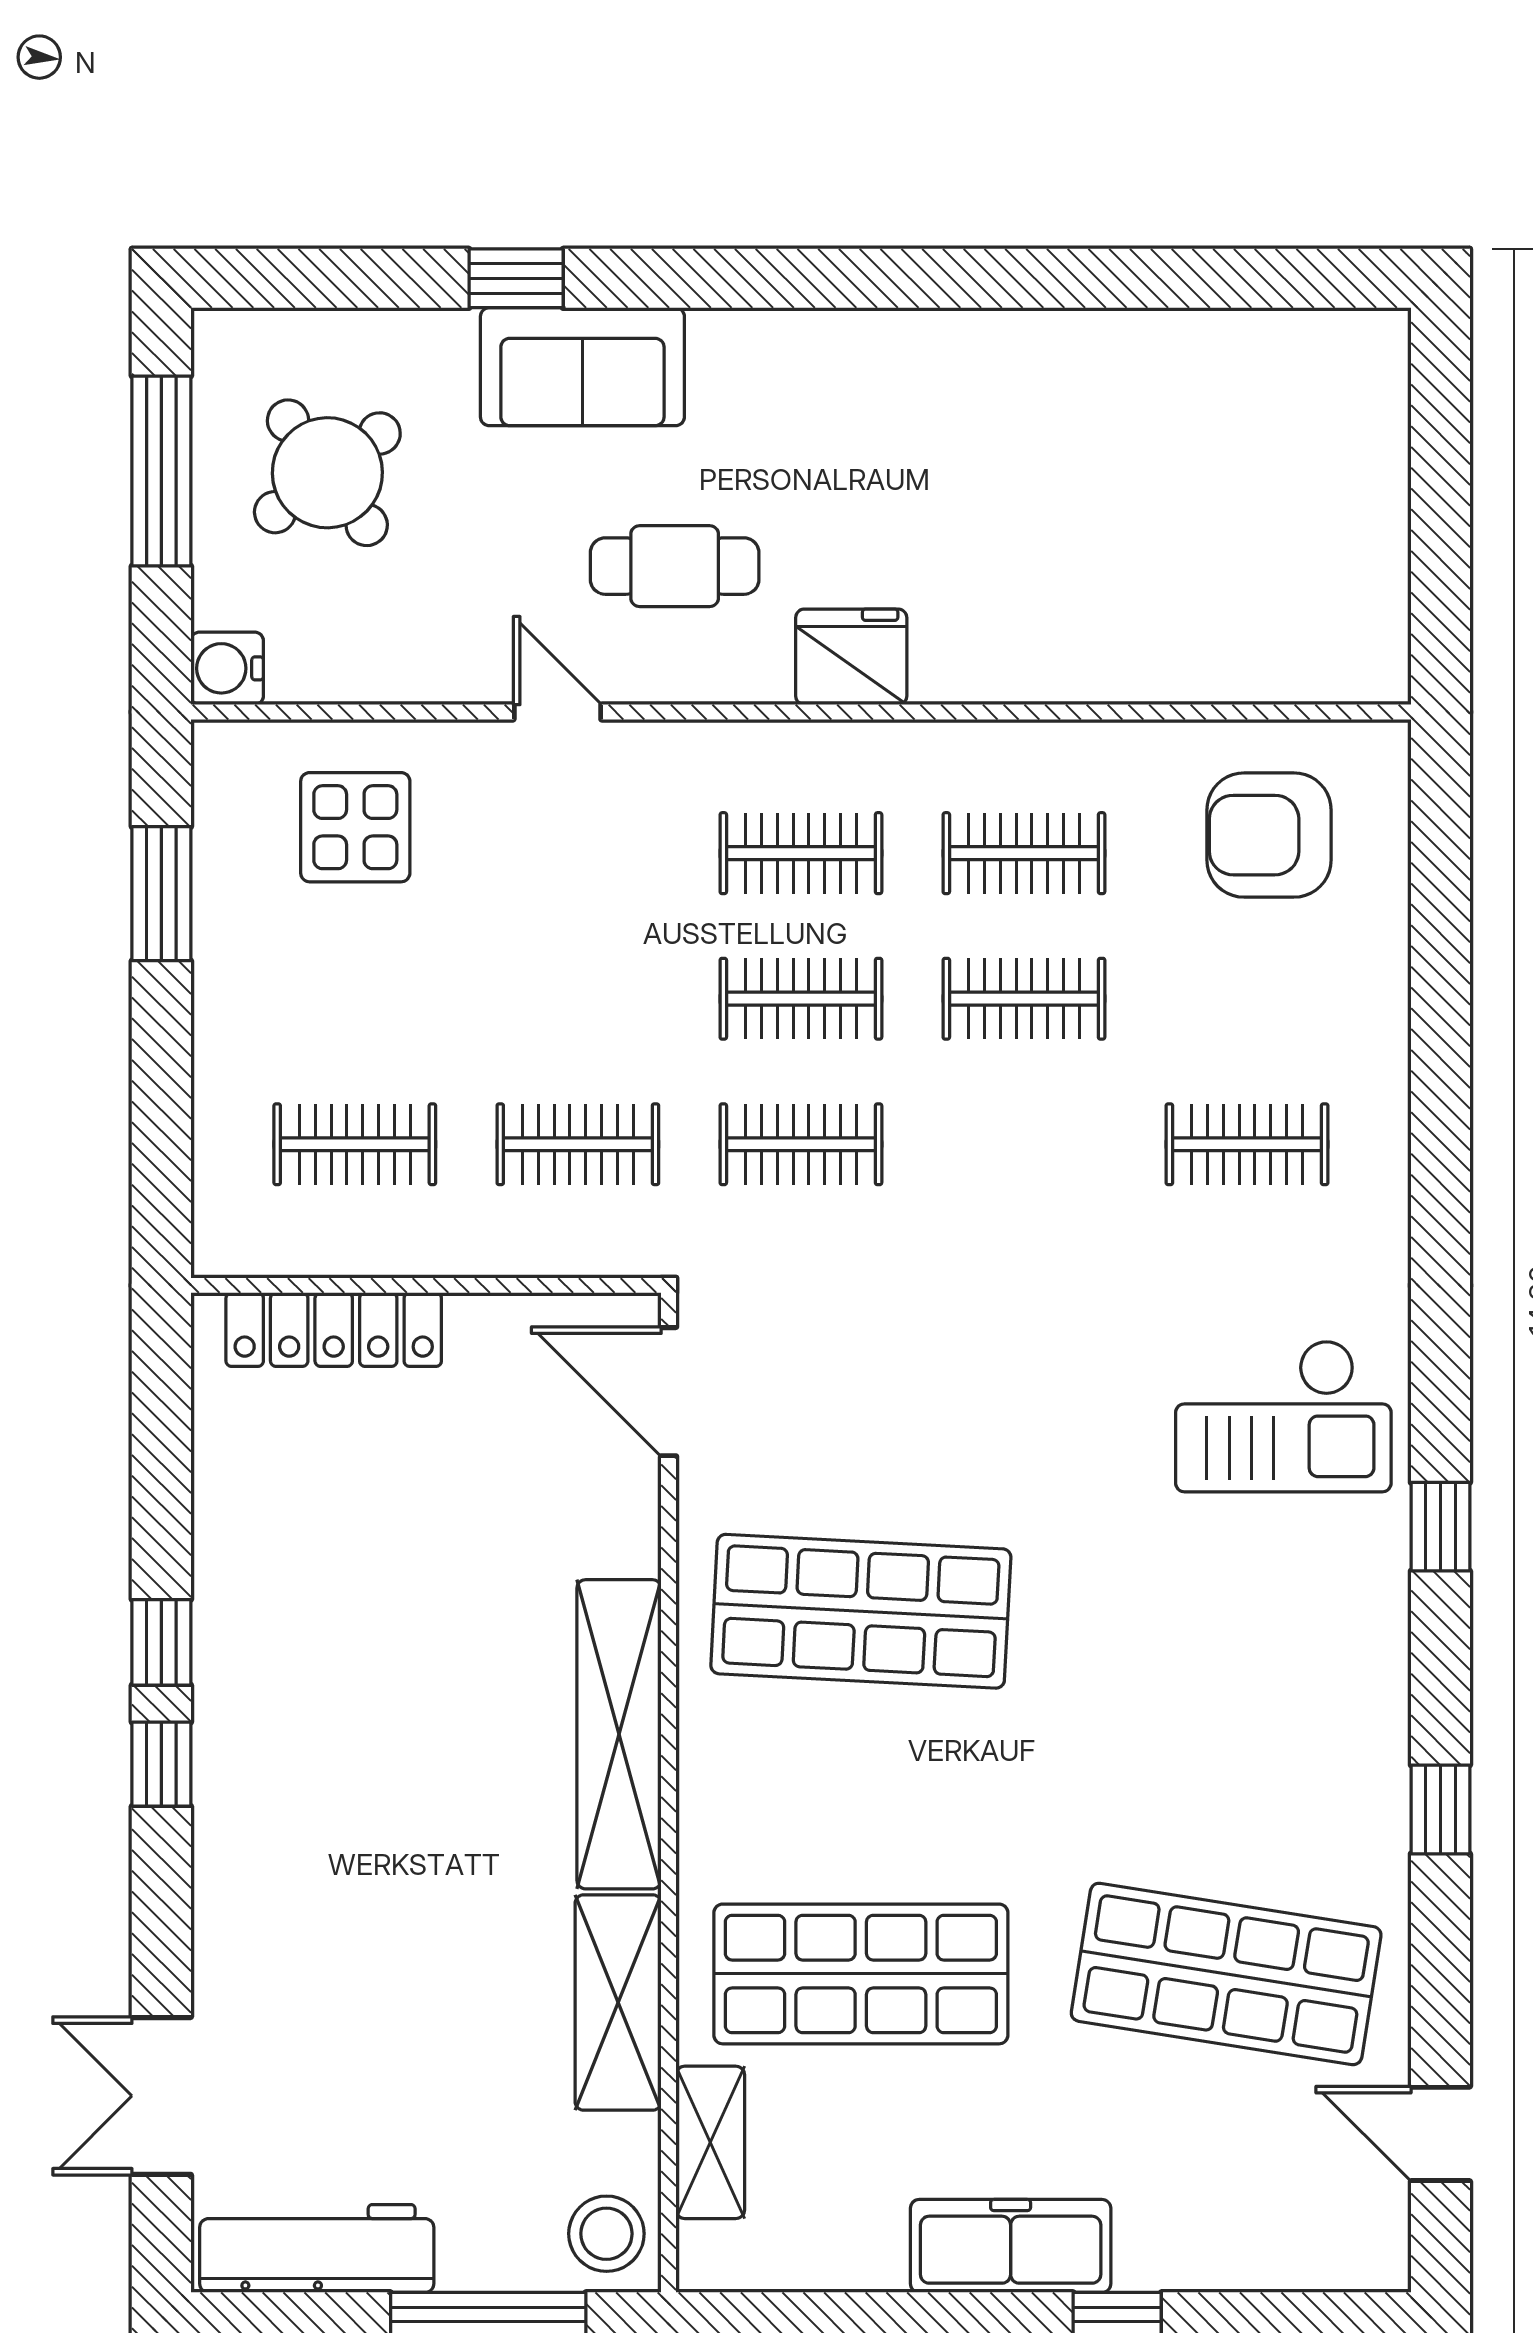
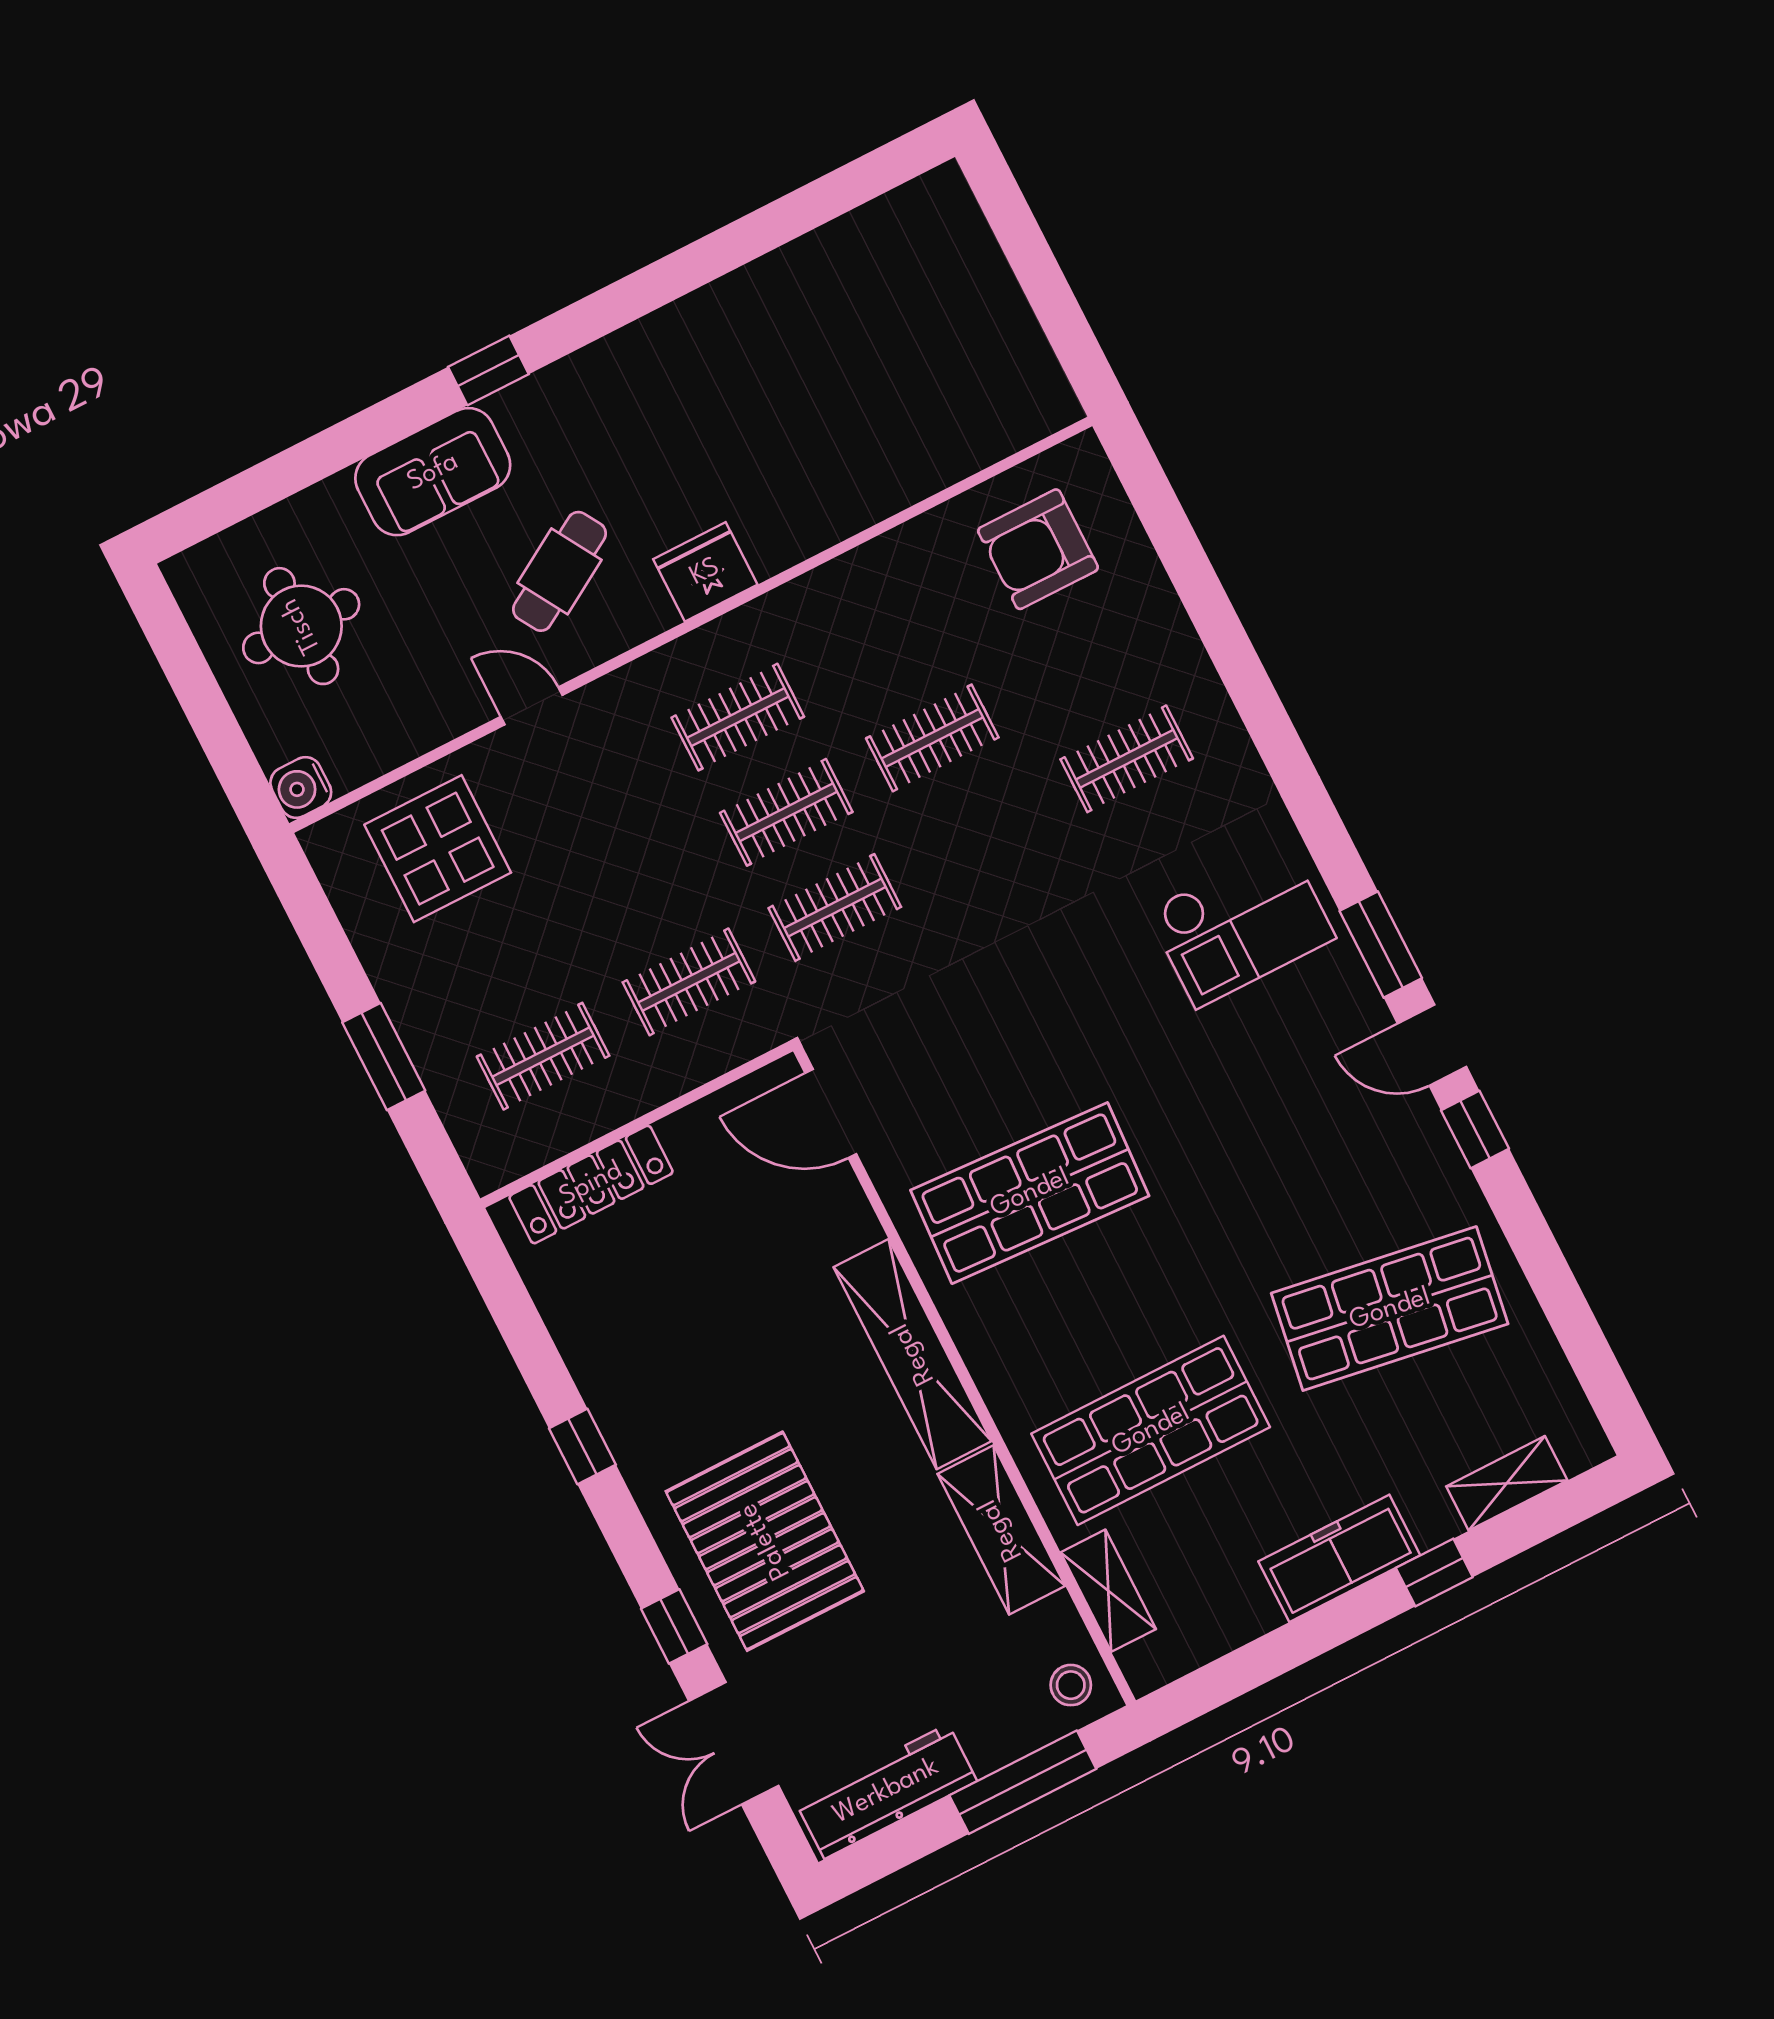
window: (516, 278) -> (488, 370), moved
window: (161, 471) -> (192, 680), removed
round table: (327, 473) -> (301, 626), turned 37
cafe table: (675, 566) -> (560, 571), turned -31
display table: (355, 827) -> (438, 849), width x1.36, depth x1.36
clothes rail: (1024, 853) -> (884, 643), removed
window: (161, 894) -> (384, 1057), moved
window: (1440, 1527) -> (1381, 945), width x1.50
window: (161, 1764) -> (674, 1626), moved
pallet: (324, 1870) -> (765, 1541), added
door: (1440, 2134) -> (1432, 1045), moved
stool: (606, 2234) -> (1071, 1685), width x0.73, depth x0.73
shelving: (1260, 2258) -> (1507, 1483), added

